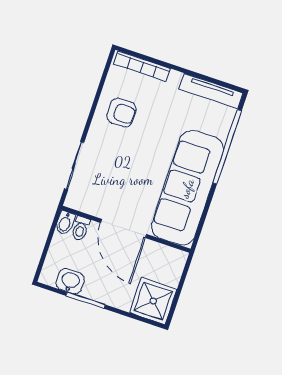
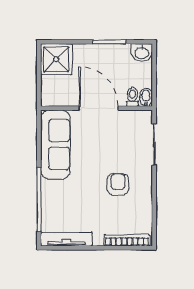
armchair: (121, 113) -> (118, 184), moved, turned 90
sofa: (187, 188) -> (55, 145), width x0.74, depth x0.79
washbasin: (70, 281) -> (142, 53), moved

